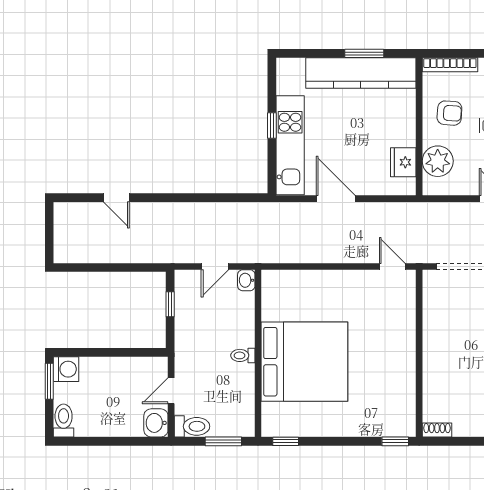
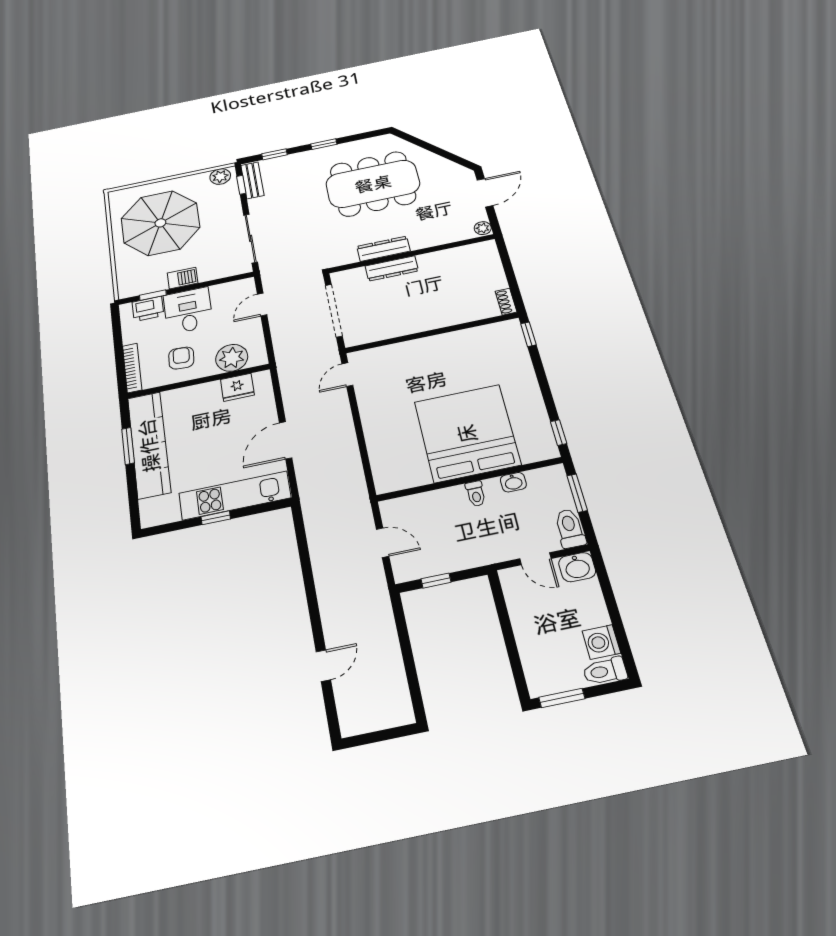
washbasin: (246, 280) -> (513, 482), moved
washing machine: (66, 369) -> (601, 642), moved, turned -90

